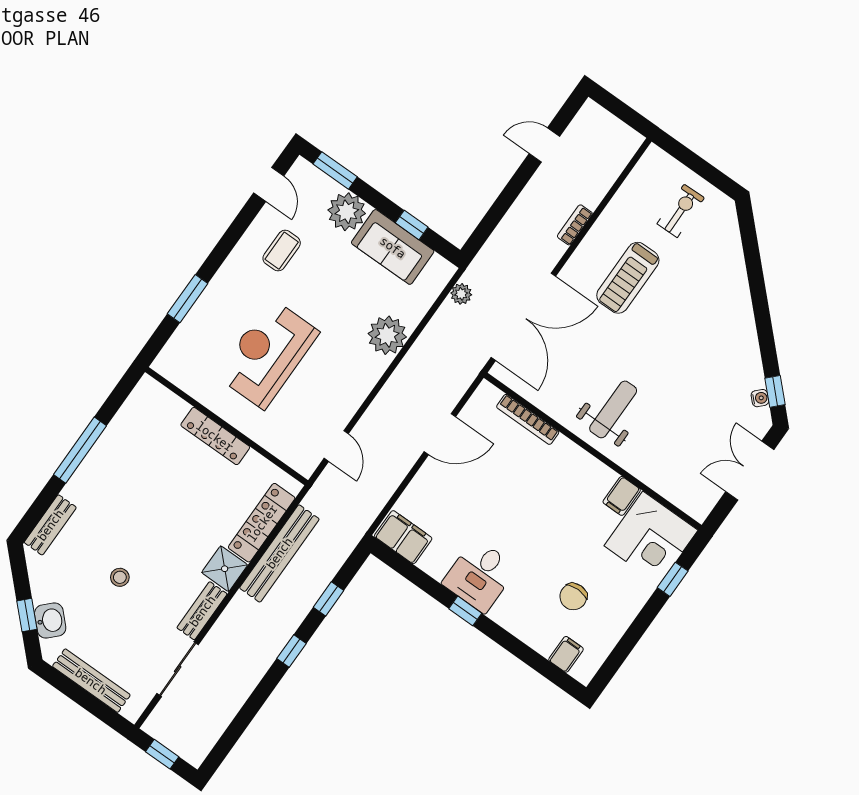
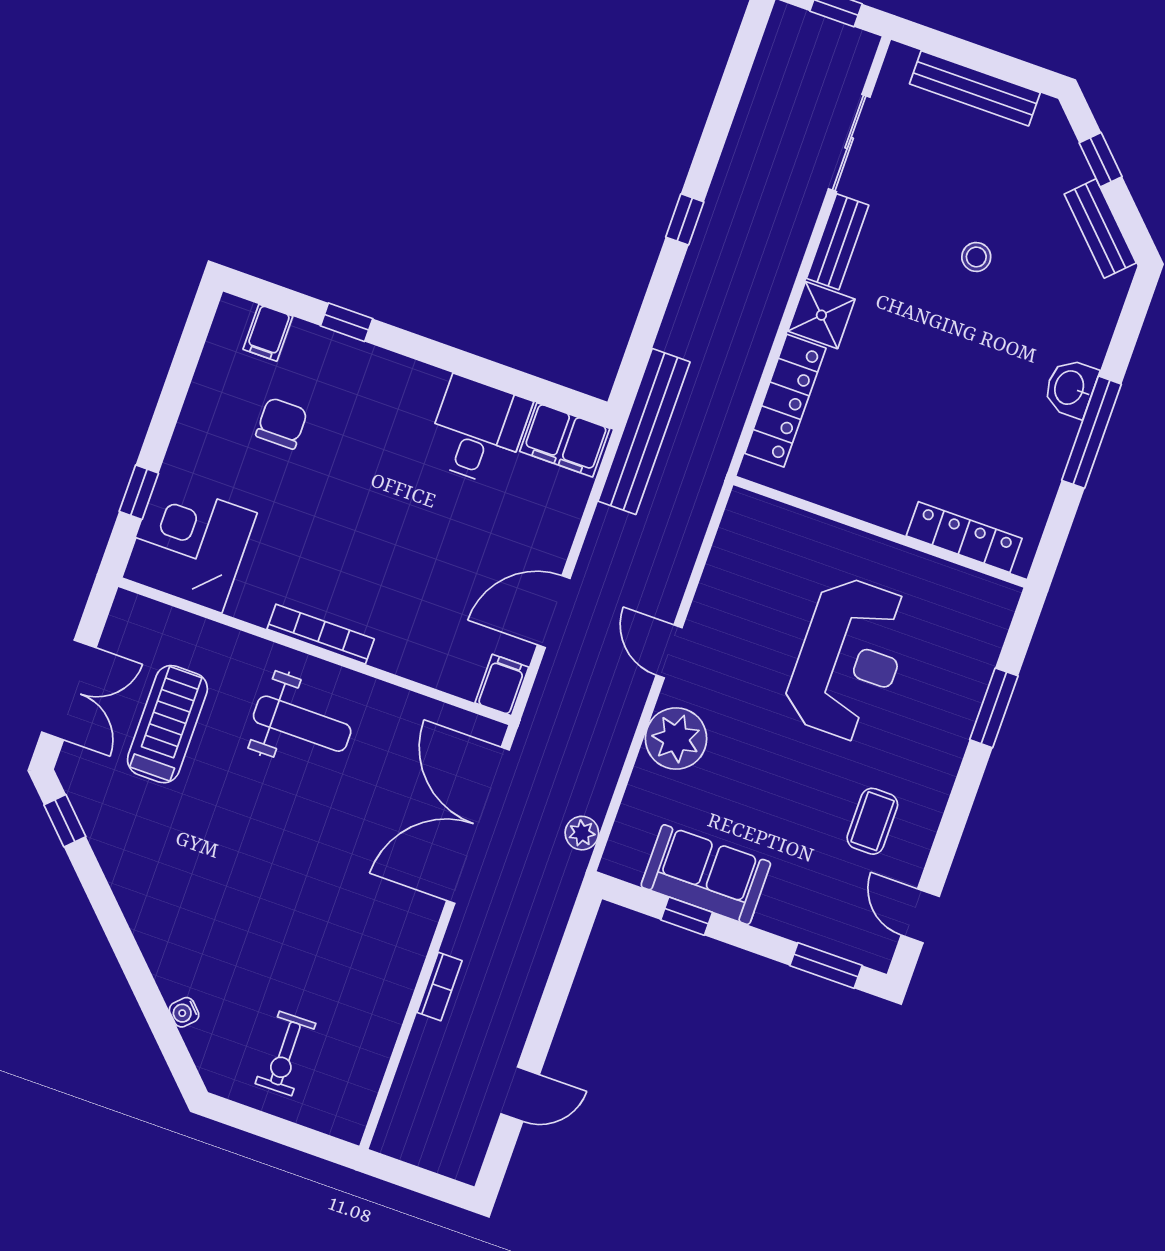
plant: (347, 212) -> (791, 908), removed
treadmill: (628, 278) -> (167, 724), moved
water cooler: (760, 398) -> (184, 1012), moved
weight bench: (613, 409) -> (302, 724), turned -90
bookcase: (528, 419) -> (321, 634), moved
locker: (215, 436) -> (964, 537), moved
door: (336, 446) -> (669, 651), moved
filing cabinet: (622, 496) -> (502, 685), moved
bench: (50, 525) -> (1100, 228), moved, turned -45
bench: (279, 553) -> (644, 431), moved
desk: (480, 575) -> (478, 431), moved
window: (328, 599) -> (651, 314), removed
window: (465, 611) -> (347, 322), moved
washbasin: (50, 621) -> (1070, 388), moved, turned 45

